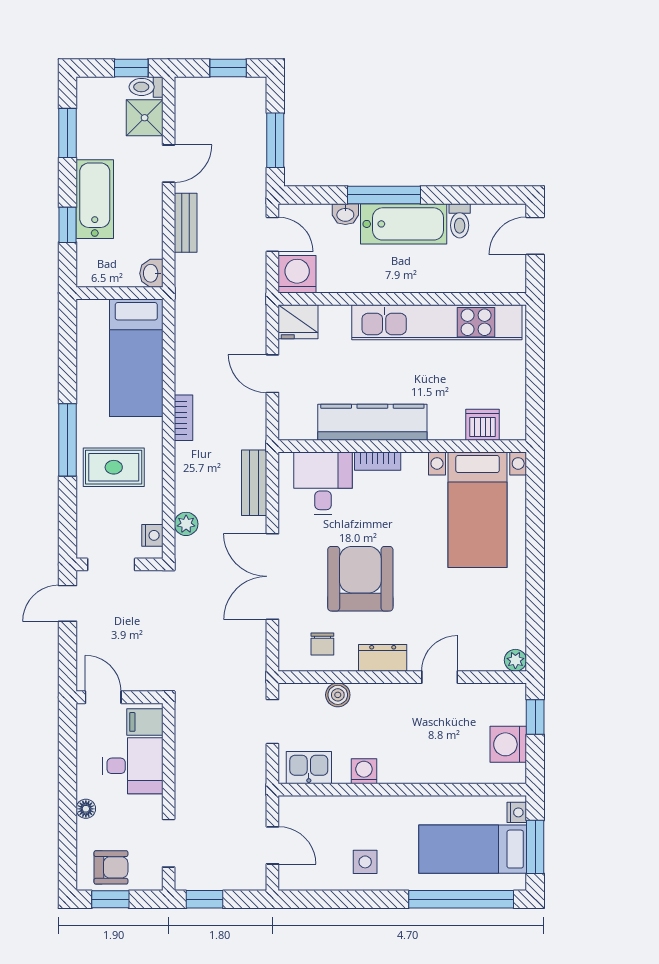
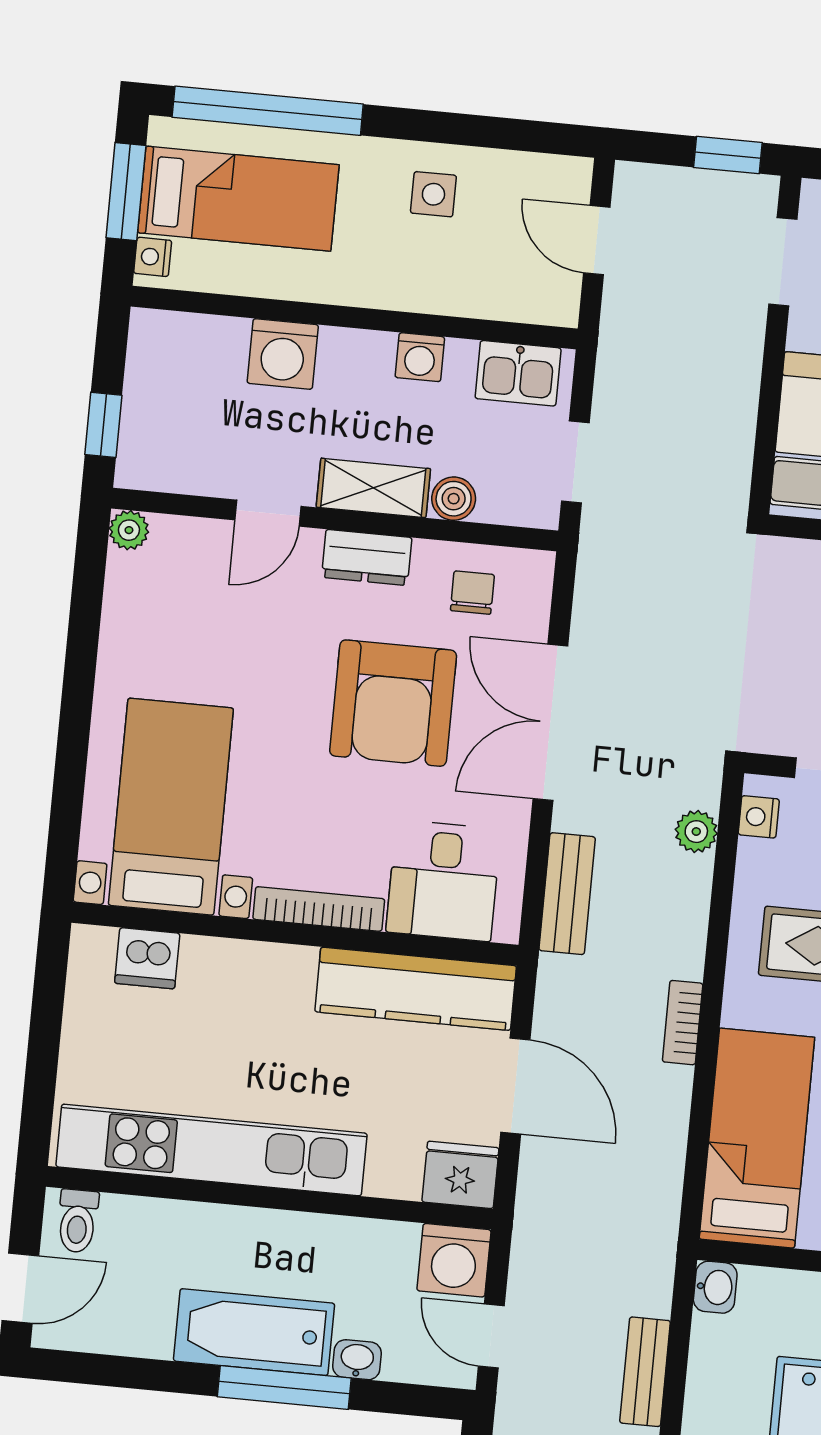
toilet: (460, 221) -> (78, 1221), moved, turned 180
door: (272, 374) -> (515, 1086), width x1.38
kitchen counter: (372, 422) -> (416, 989), moved
bookcase: (378, 461) -> (319, 909), width x1.56
double door: (272, 576) -> (550, 722), swing flipped
shelving: (383, 697) -> (373, 488), added
washing machine: (508, 744) -> (283, 354), moved, turned 90

